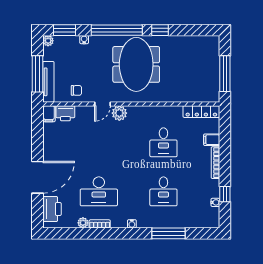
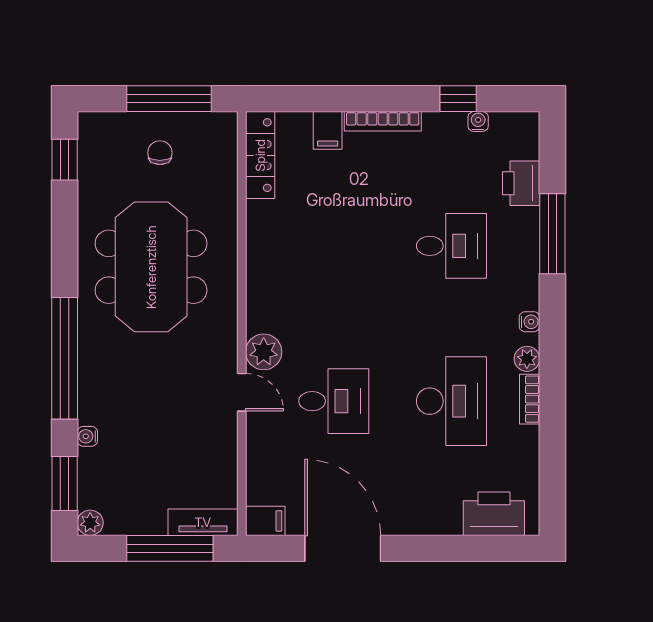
window: (160, 30) -> (65, 160), moved
meeting table: (136, 64) -> (151, 267), moved, turned 90
tv unit: (48, 82) -> (203, 522), width x0.71
chair: (76, 90) -> (160, 153), moved
printer: (65, 113) -> (521, 183), moved, turned 180
desk: (163, 142) -> (334, 401), moved
door: (37, 177) -> (343, 548), moved
plant: (83, 223) -> (527, 359), moved

